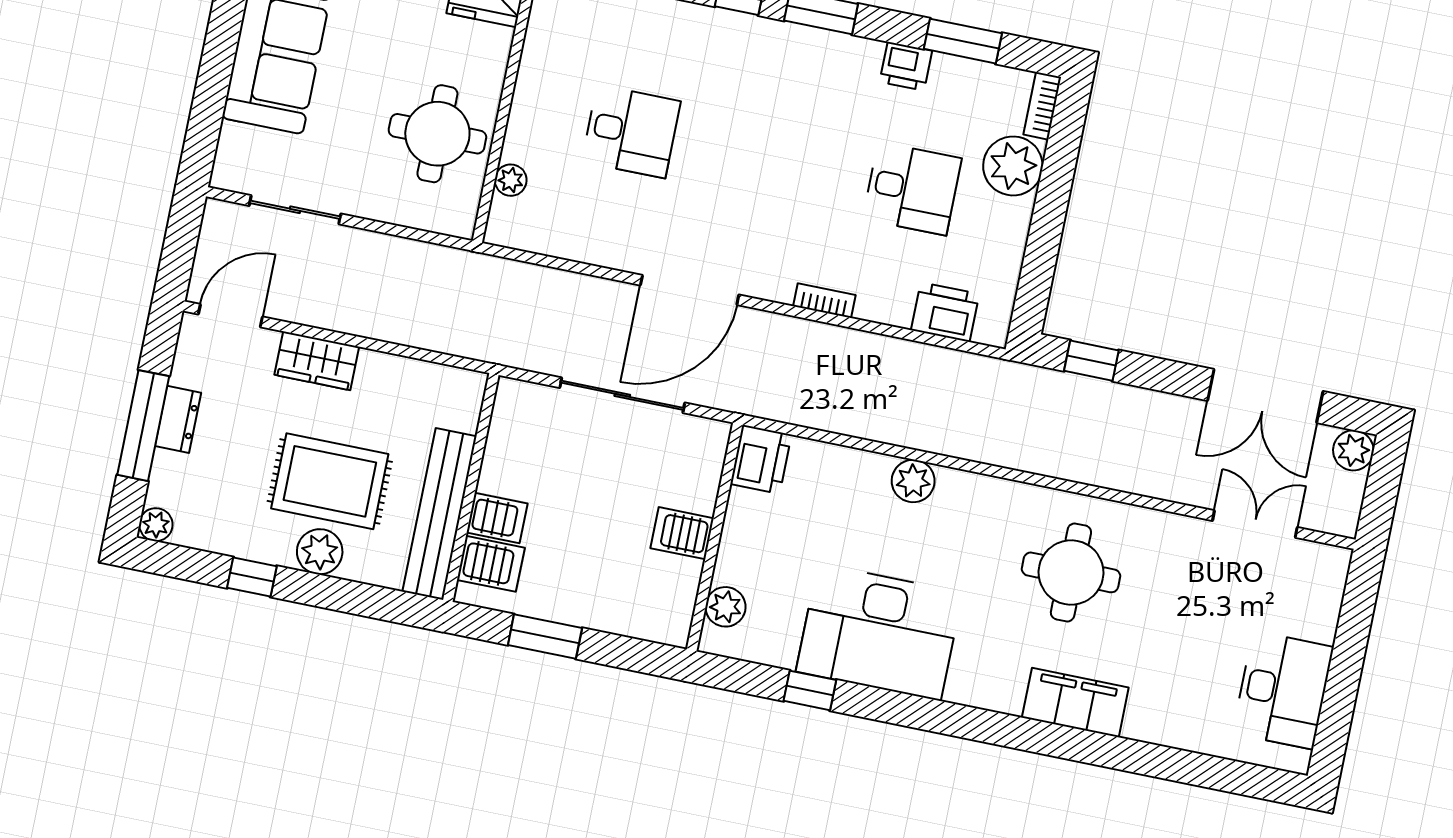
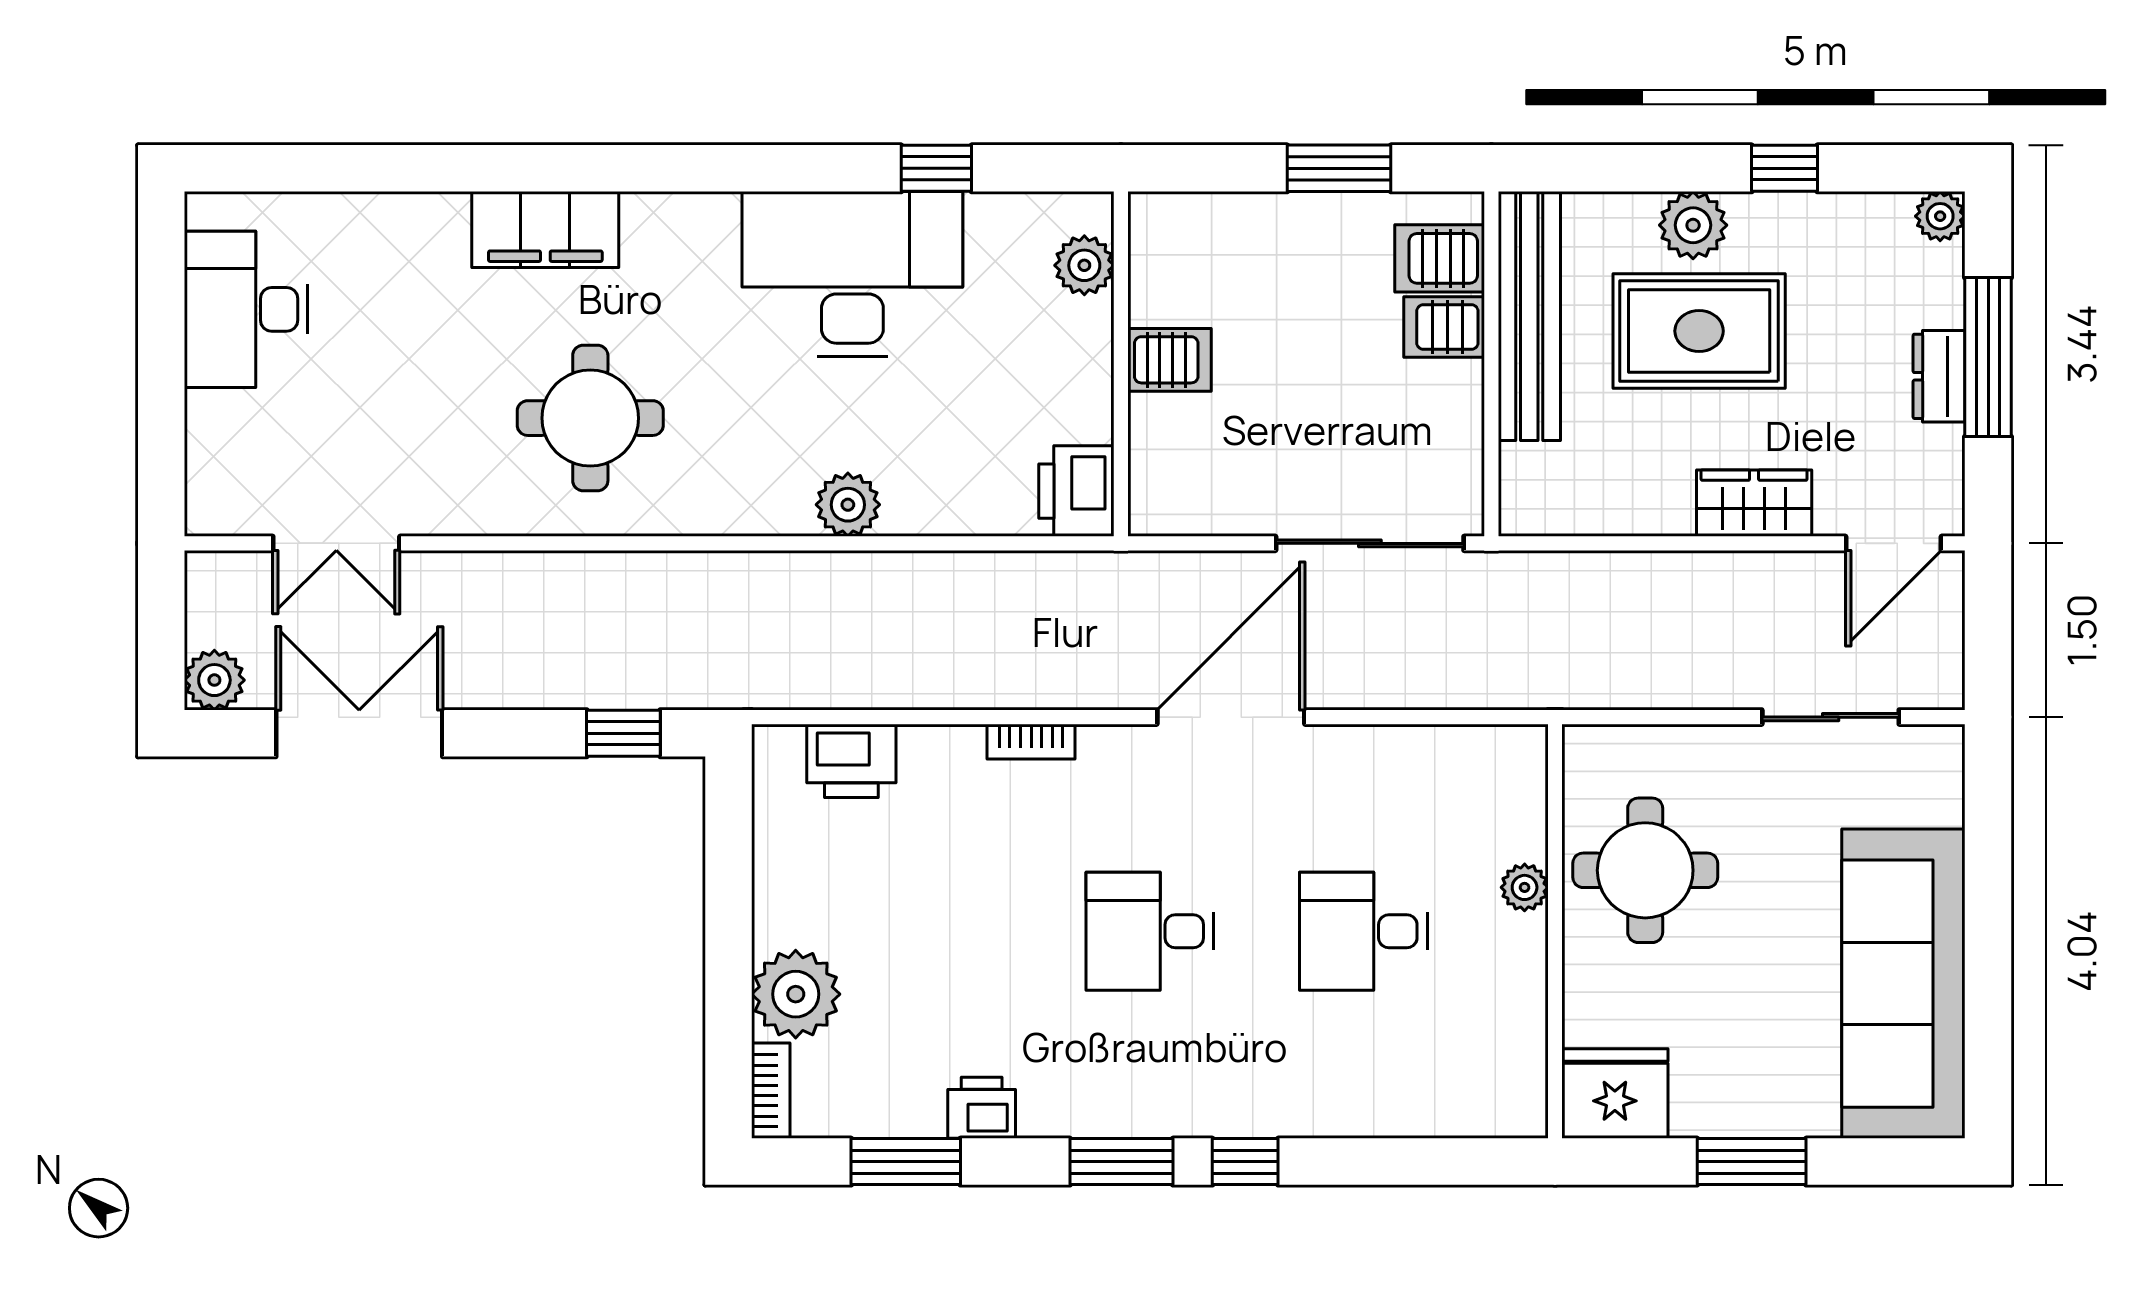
plant: (511, 180) -> (1525, 887), moved
desk: (912, 189) -> (1150, 931), moved
sliding door: (622, 395) -> (1370, 543), moved

